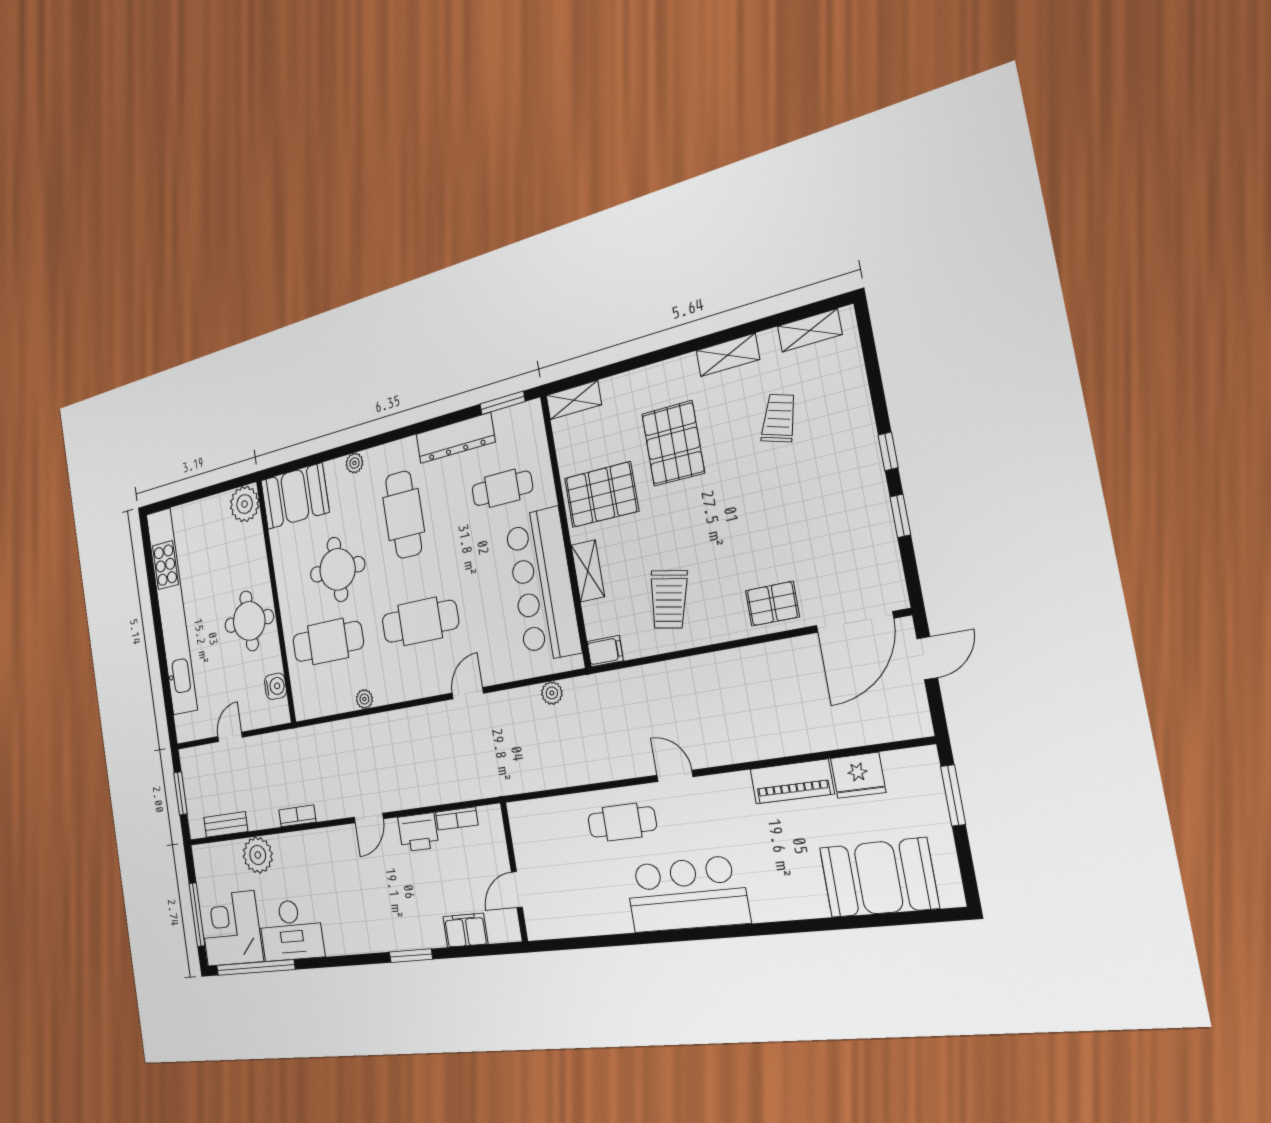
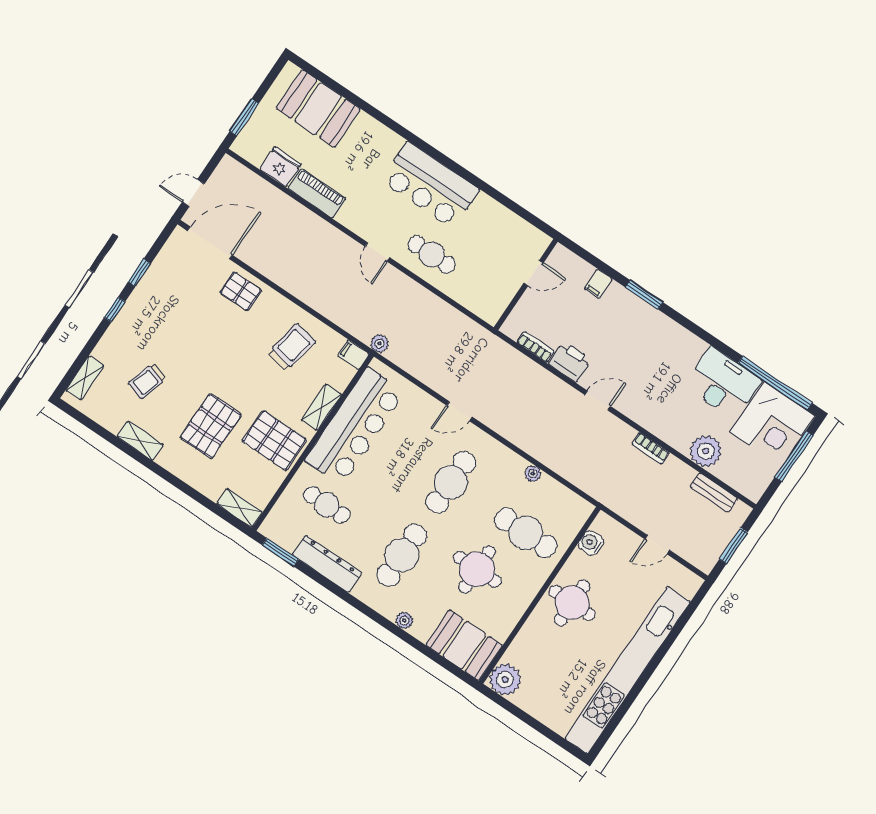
shelving: (810, 330) -> (85, 378), moved, turned 90
cafe table: (420, 621) -> (451, 482), turned 90
plant: (552, 693) -> (379, 343), moved
filing cabinet: (465, 930) -> (598, 284), width x0.50

